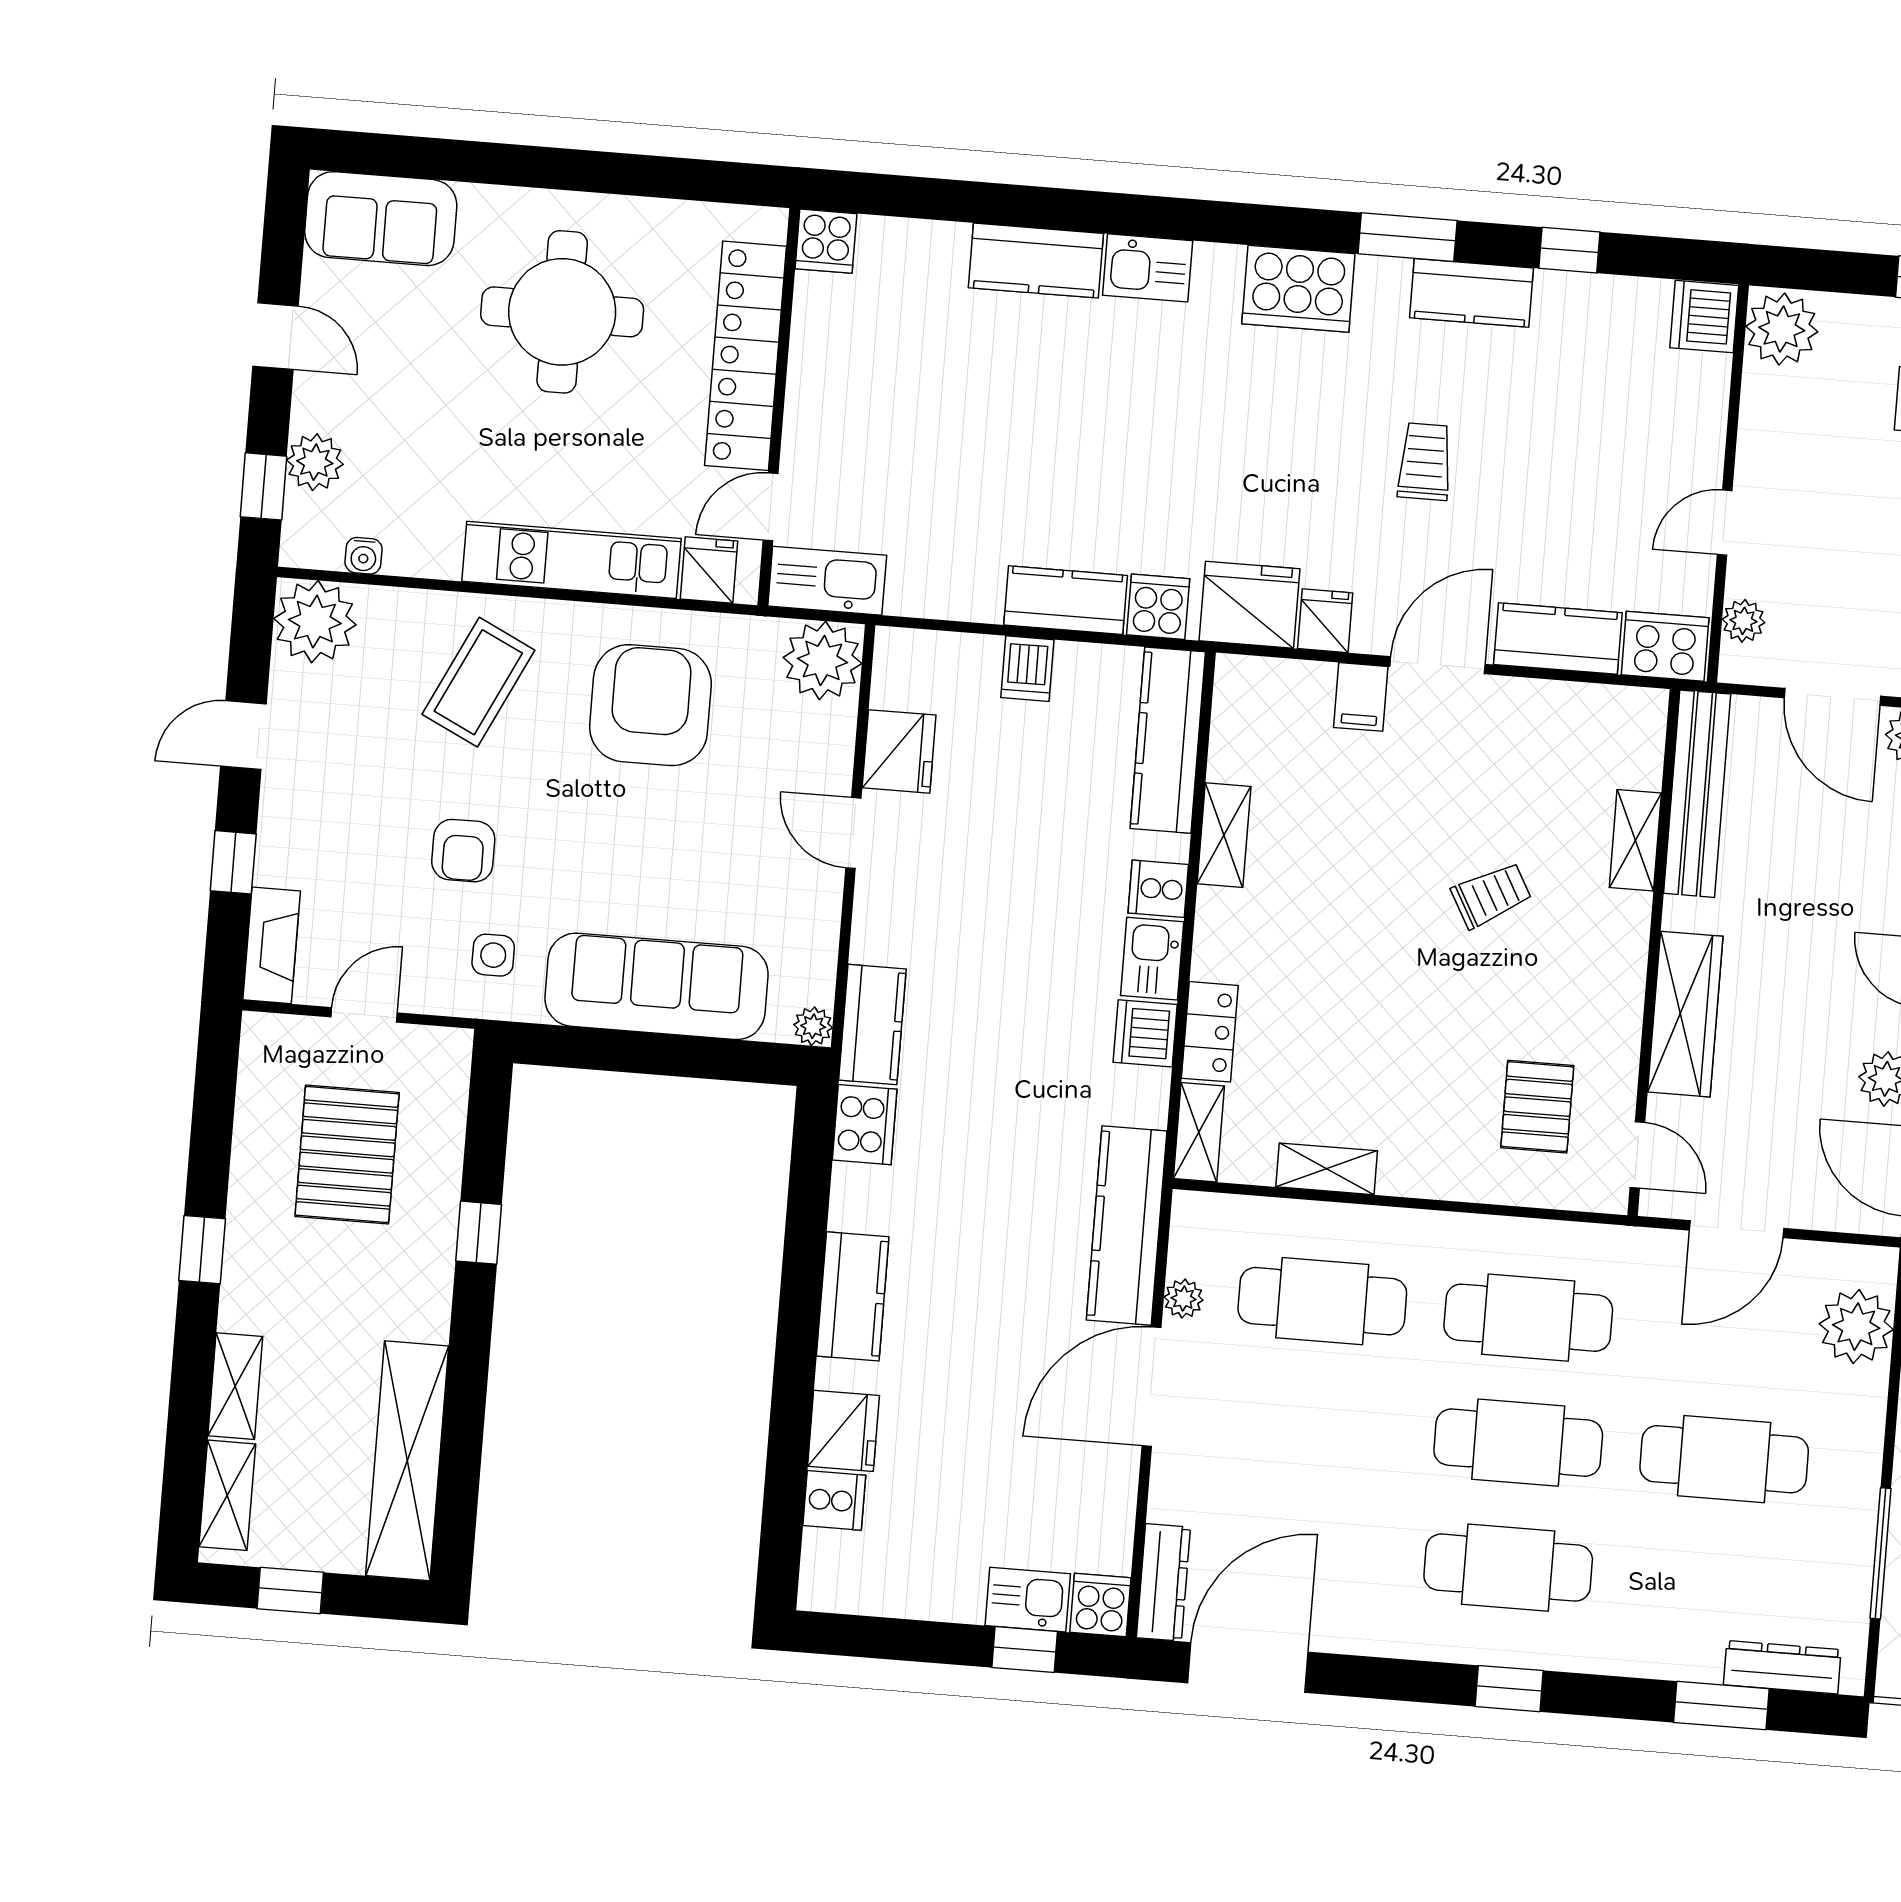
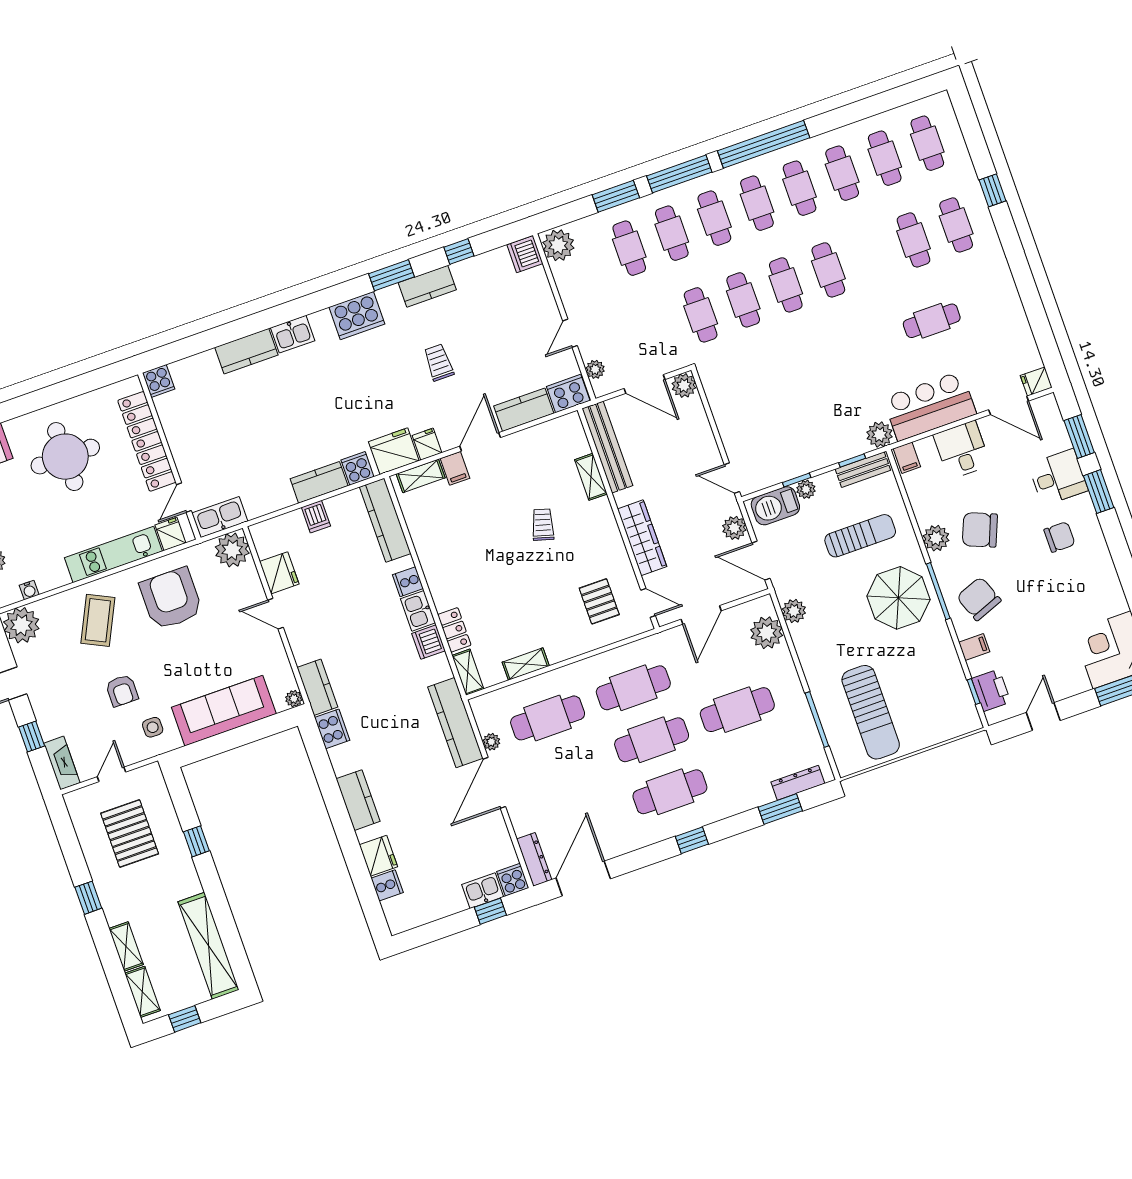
shelving: (1224, 835) -> (421, 476), moved, turned 90
trolley: (1491, 895) -> (543, 525), turned -45

